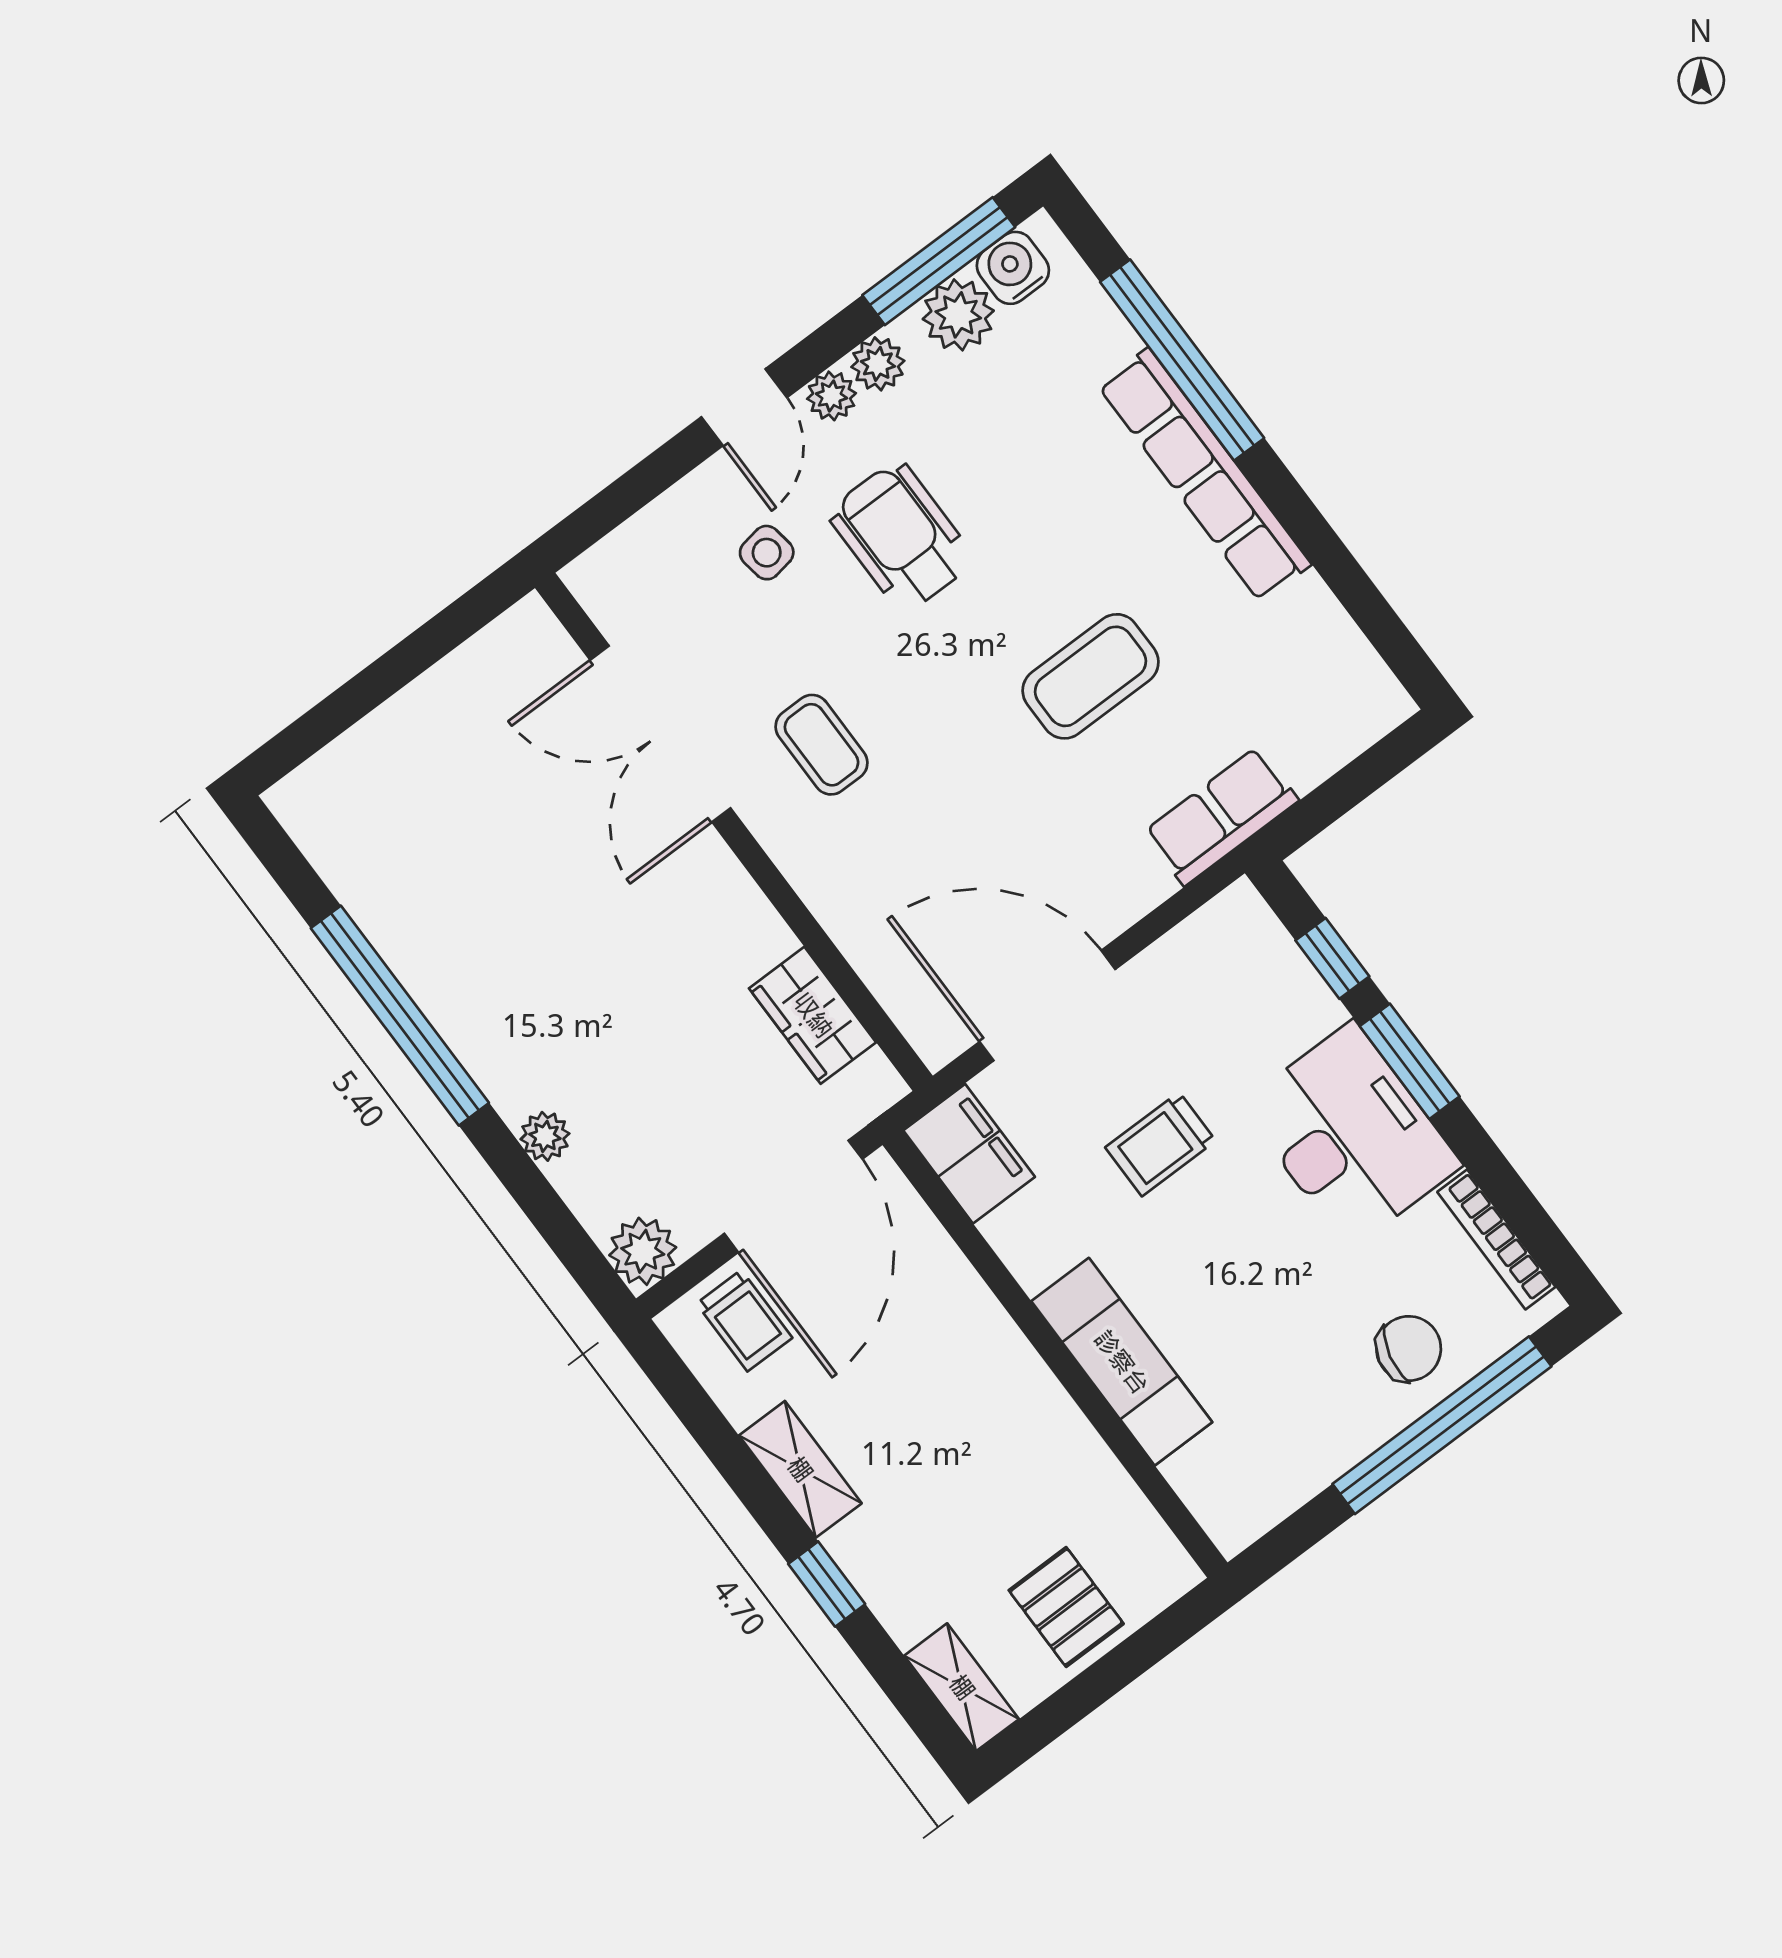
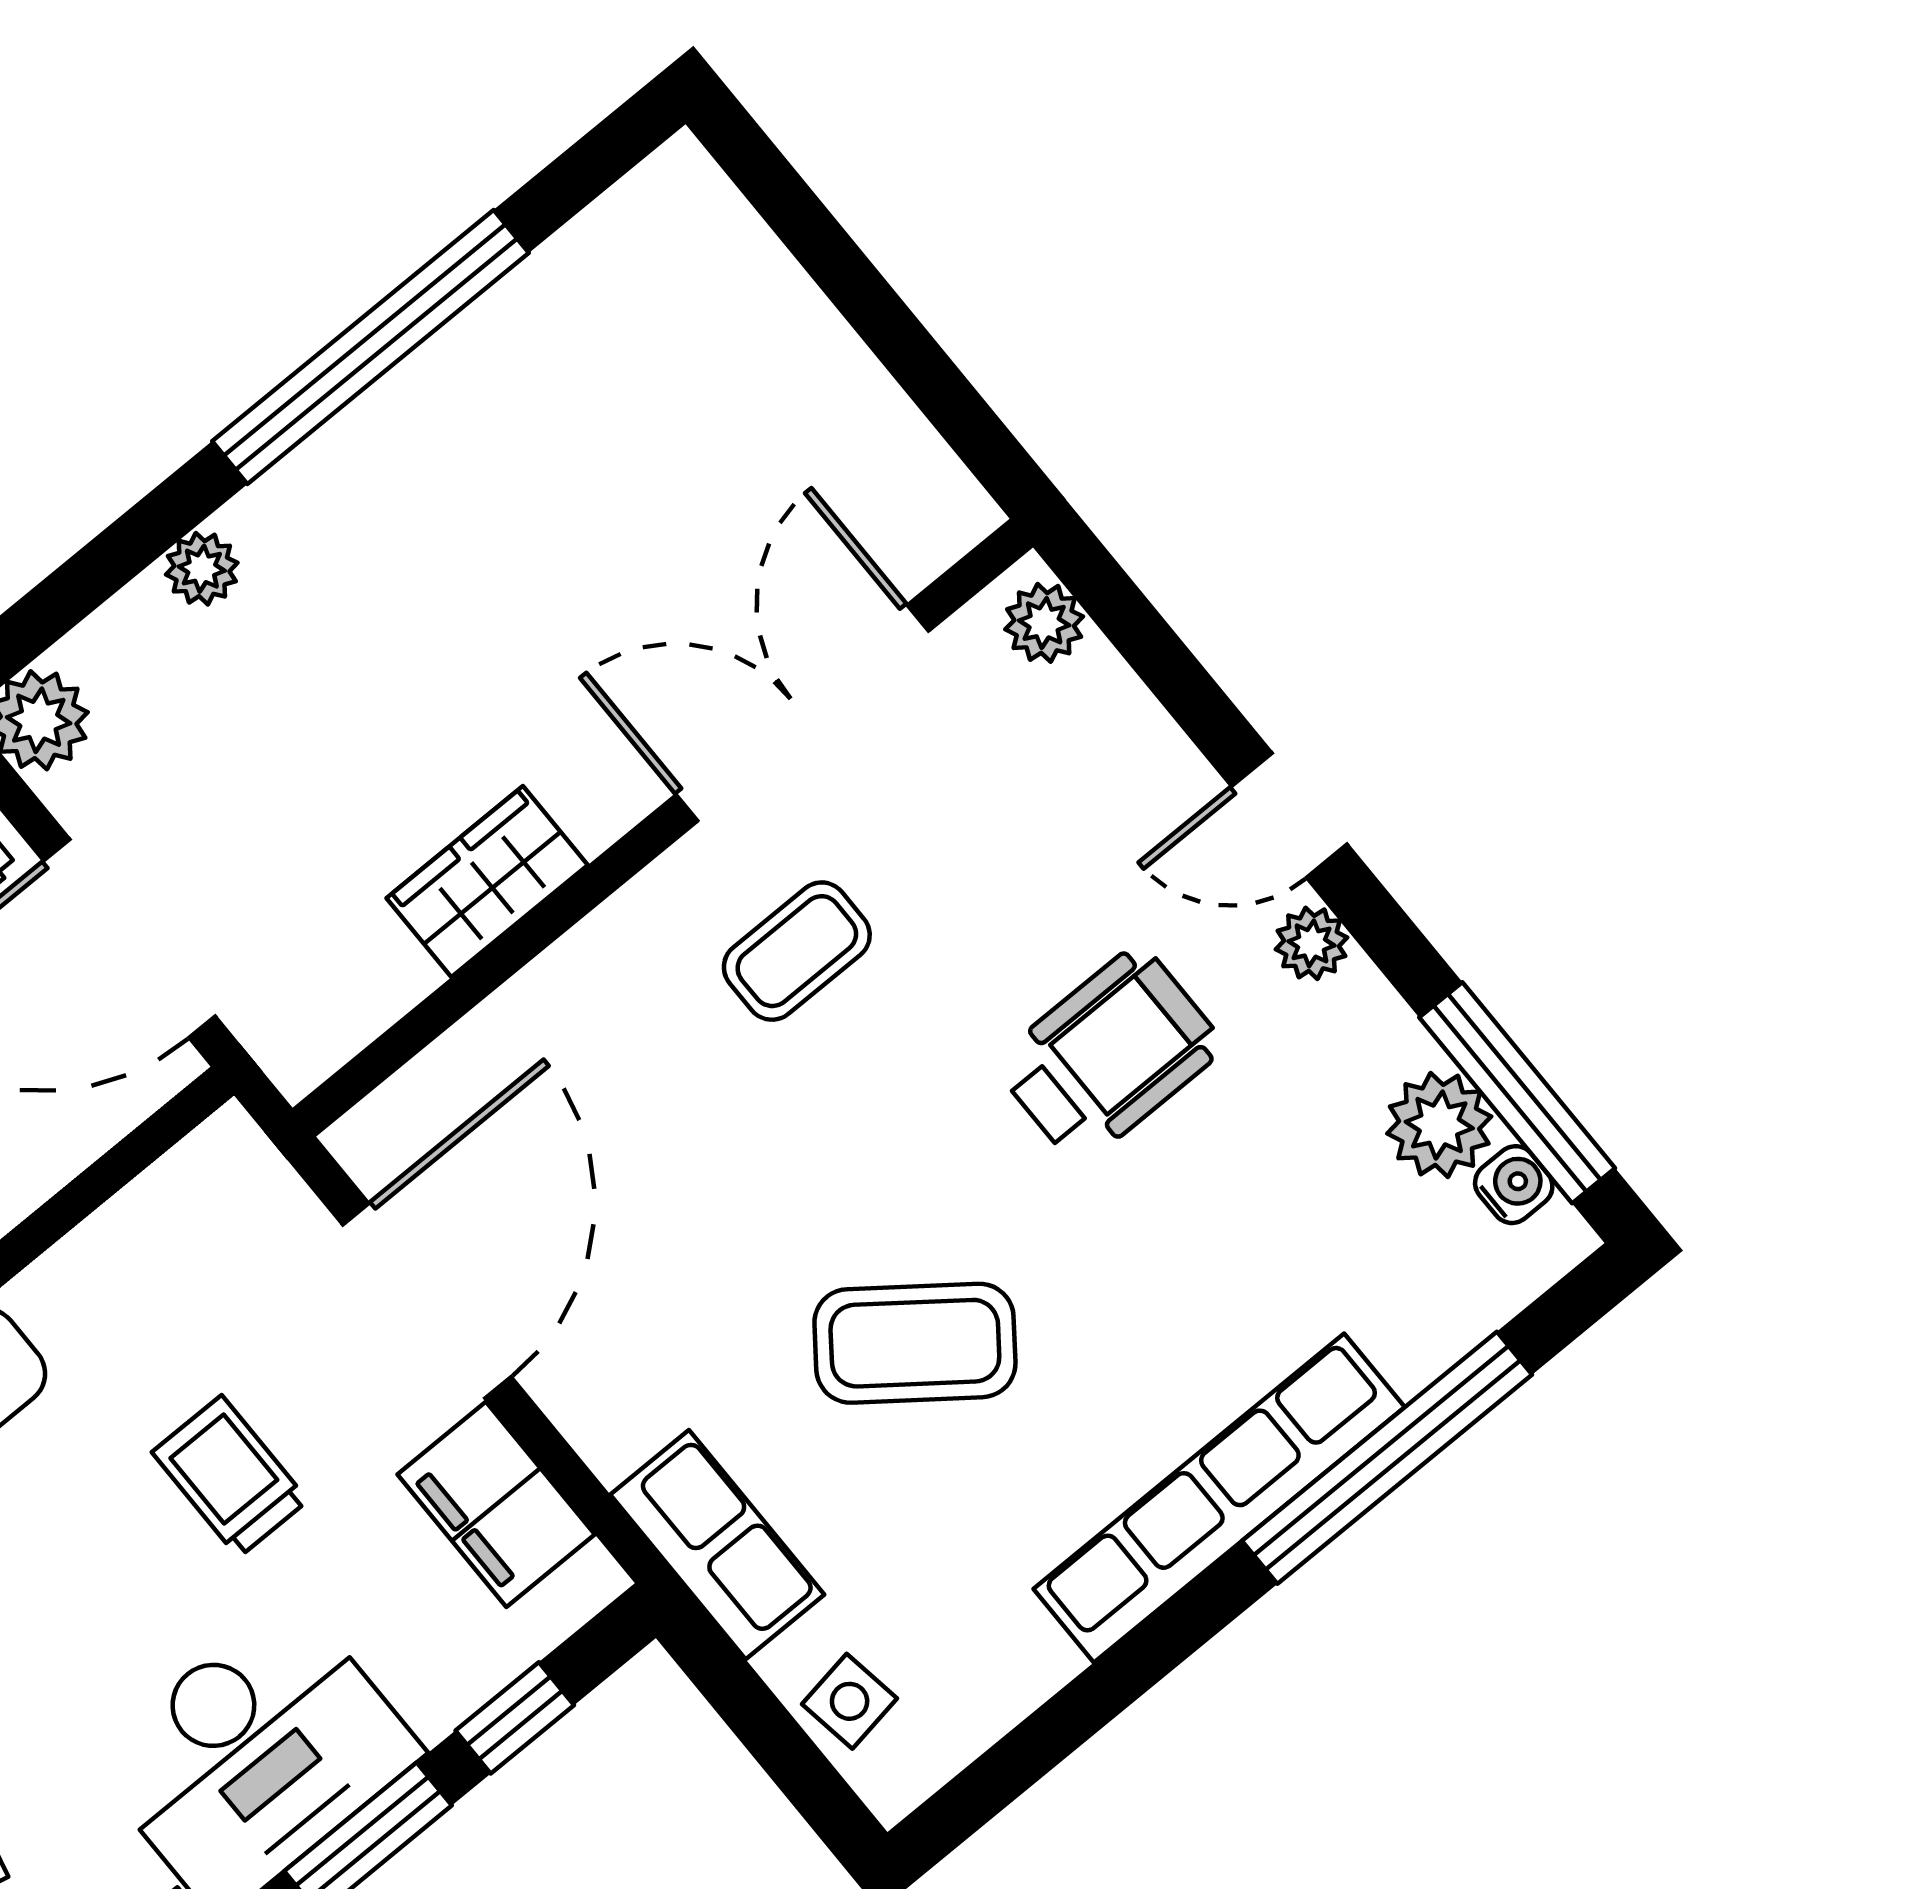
water cooler: (1013, 268) -> (1514, 1185), width x0.72, depth x0.72
plant: (878, 364) -> (1044, 623), moved
side table: (767, 553) -> (850, 1701), moved
coffee table: (1091, 676) -> (915, 1343), turned -53
wardrobe: (813, 1015) -> (487, 882), moved
filing cabinet: (969, 1154) -> (496, 1504), moved, turned 90

